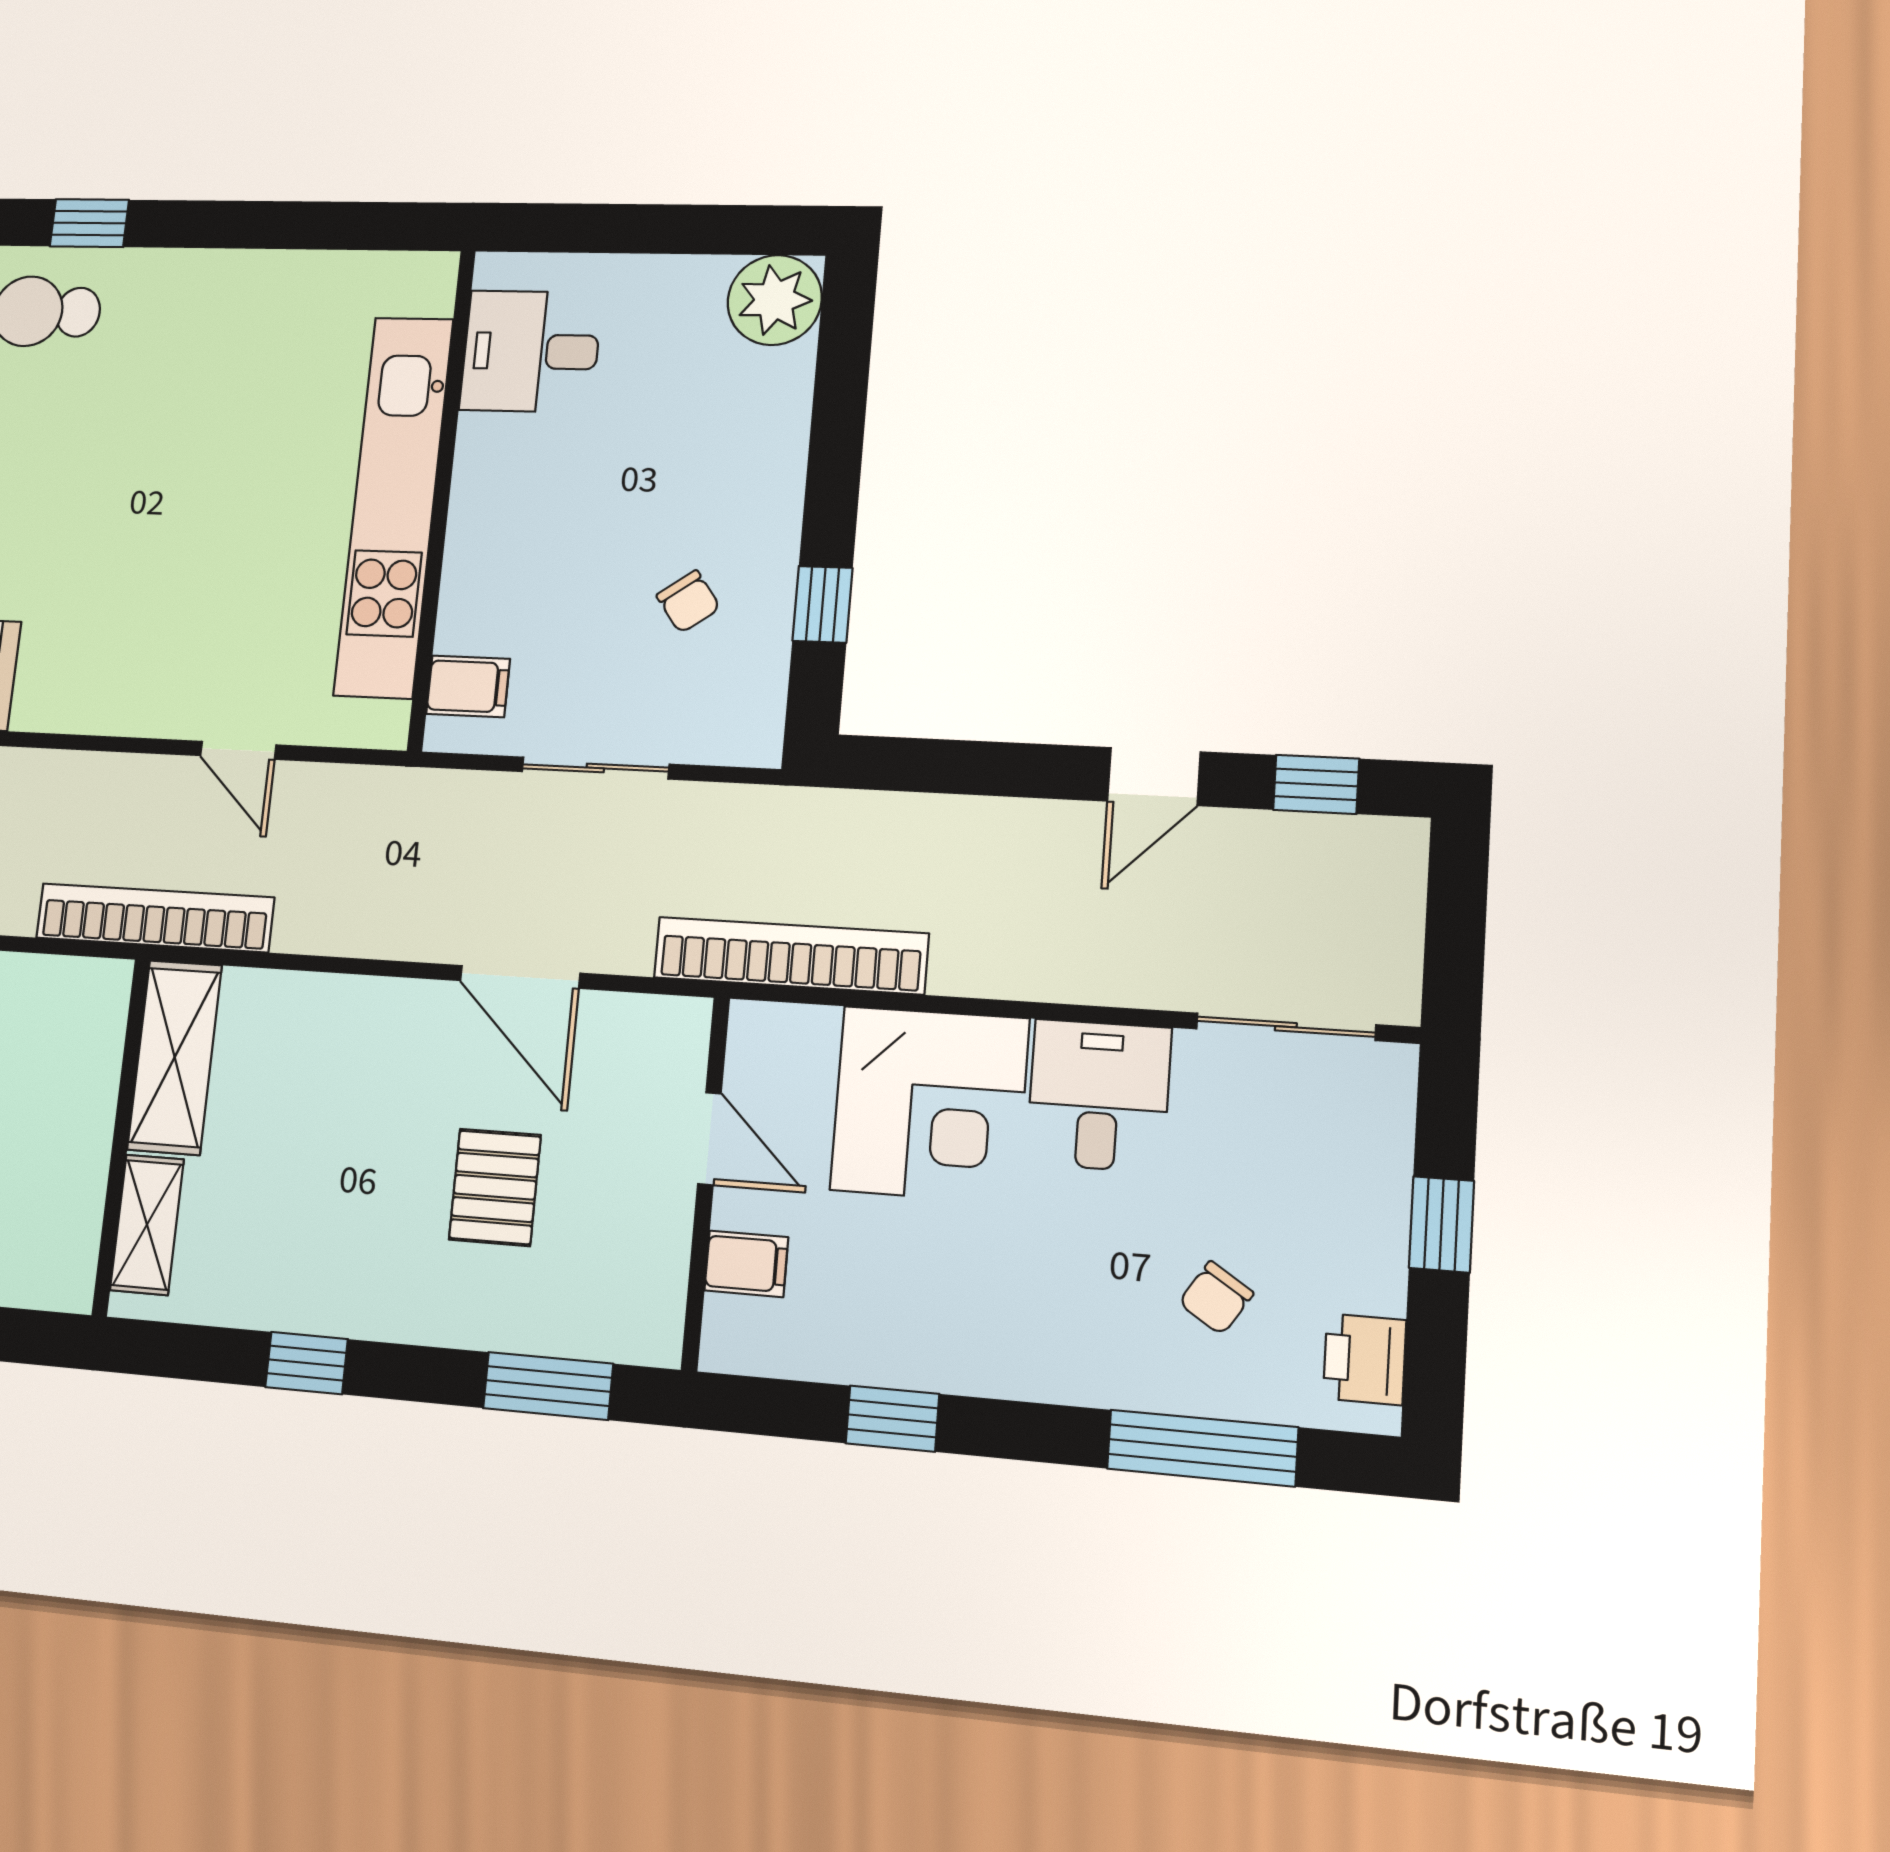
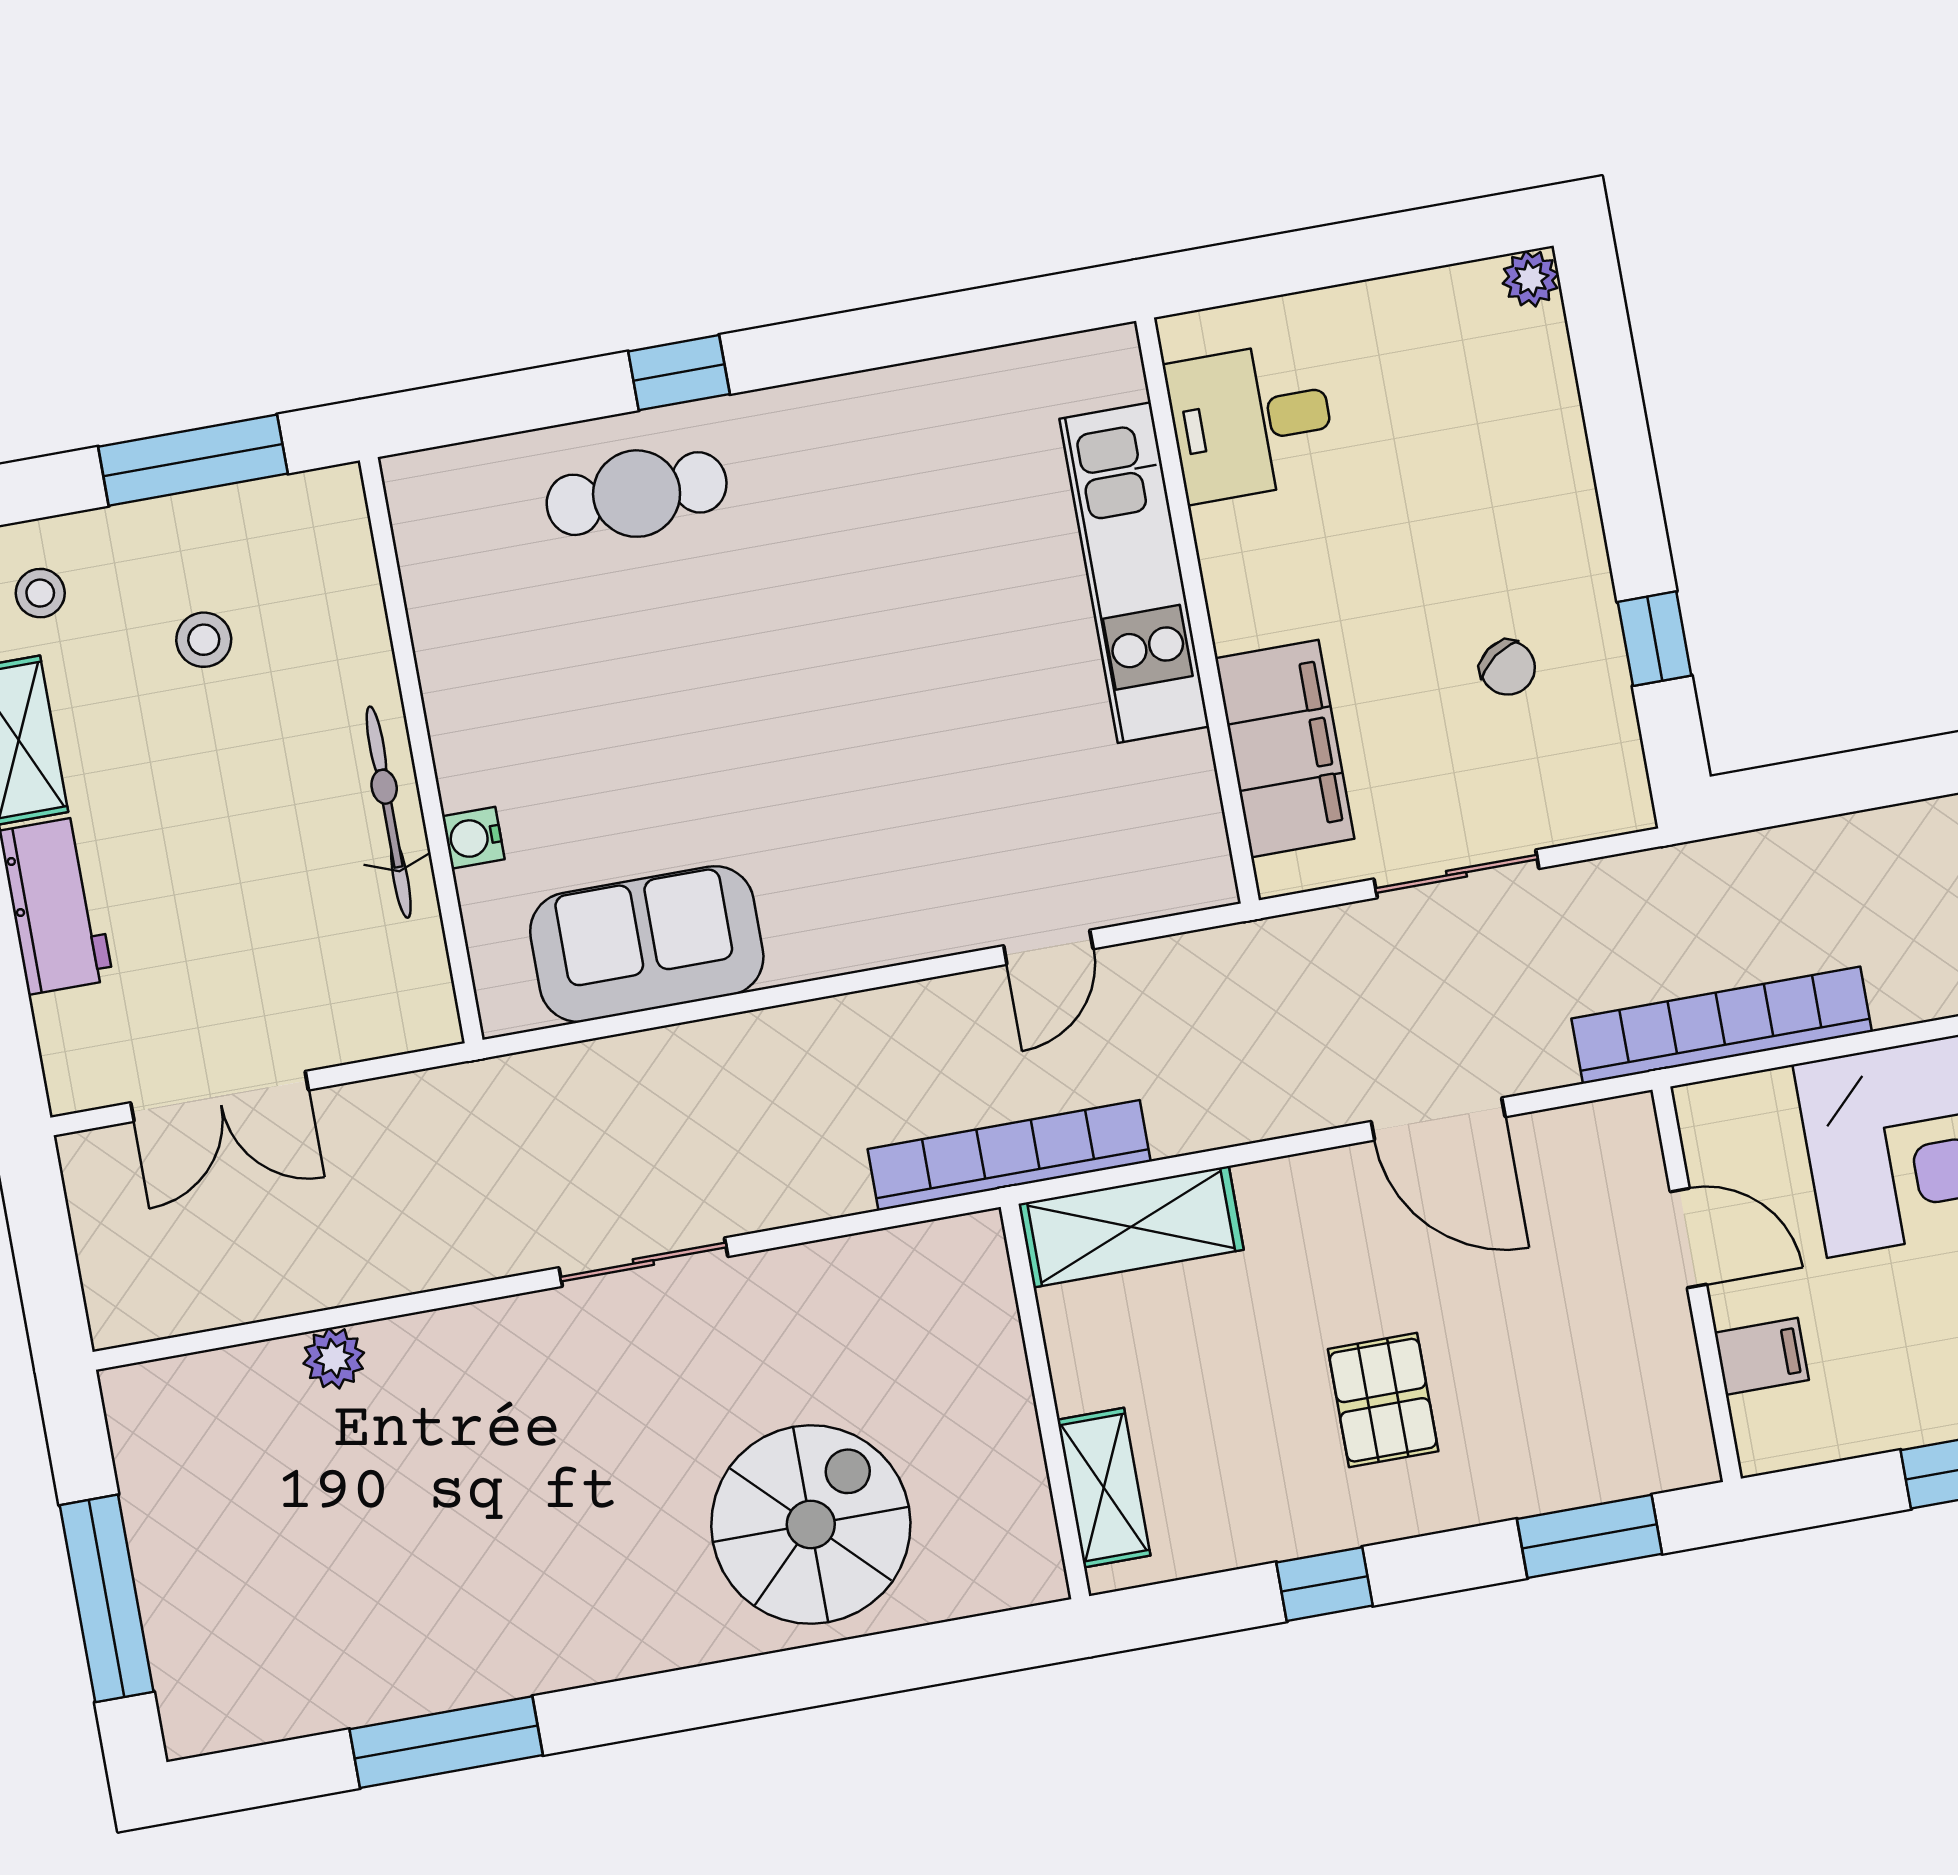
plant: (775, 300) -> (1531, 279), width x0.53, depth x0.53
kitchen unit: (394, 506) -> (1134, 573), width x0.73
filing cabinet: (468, 686) -> (1285, 749), width x3.00, depth x1.17
door: (238, 750) -> (1048, 947), hinge flipped
shelving: (175, 1057) -> (1131, 1227), moved, turned 90
pallet: (495, 1187) -> (1383, 1400), moved

